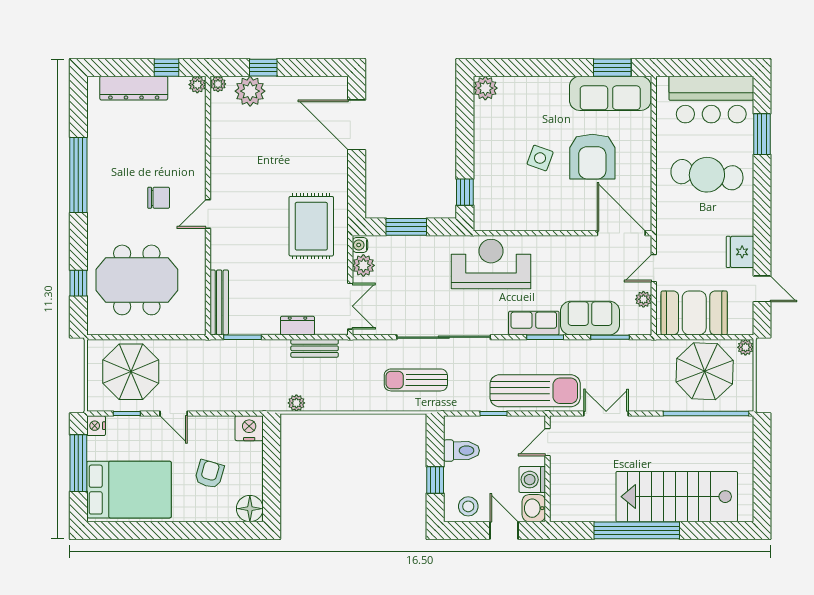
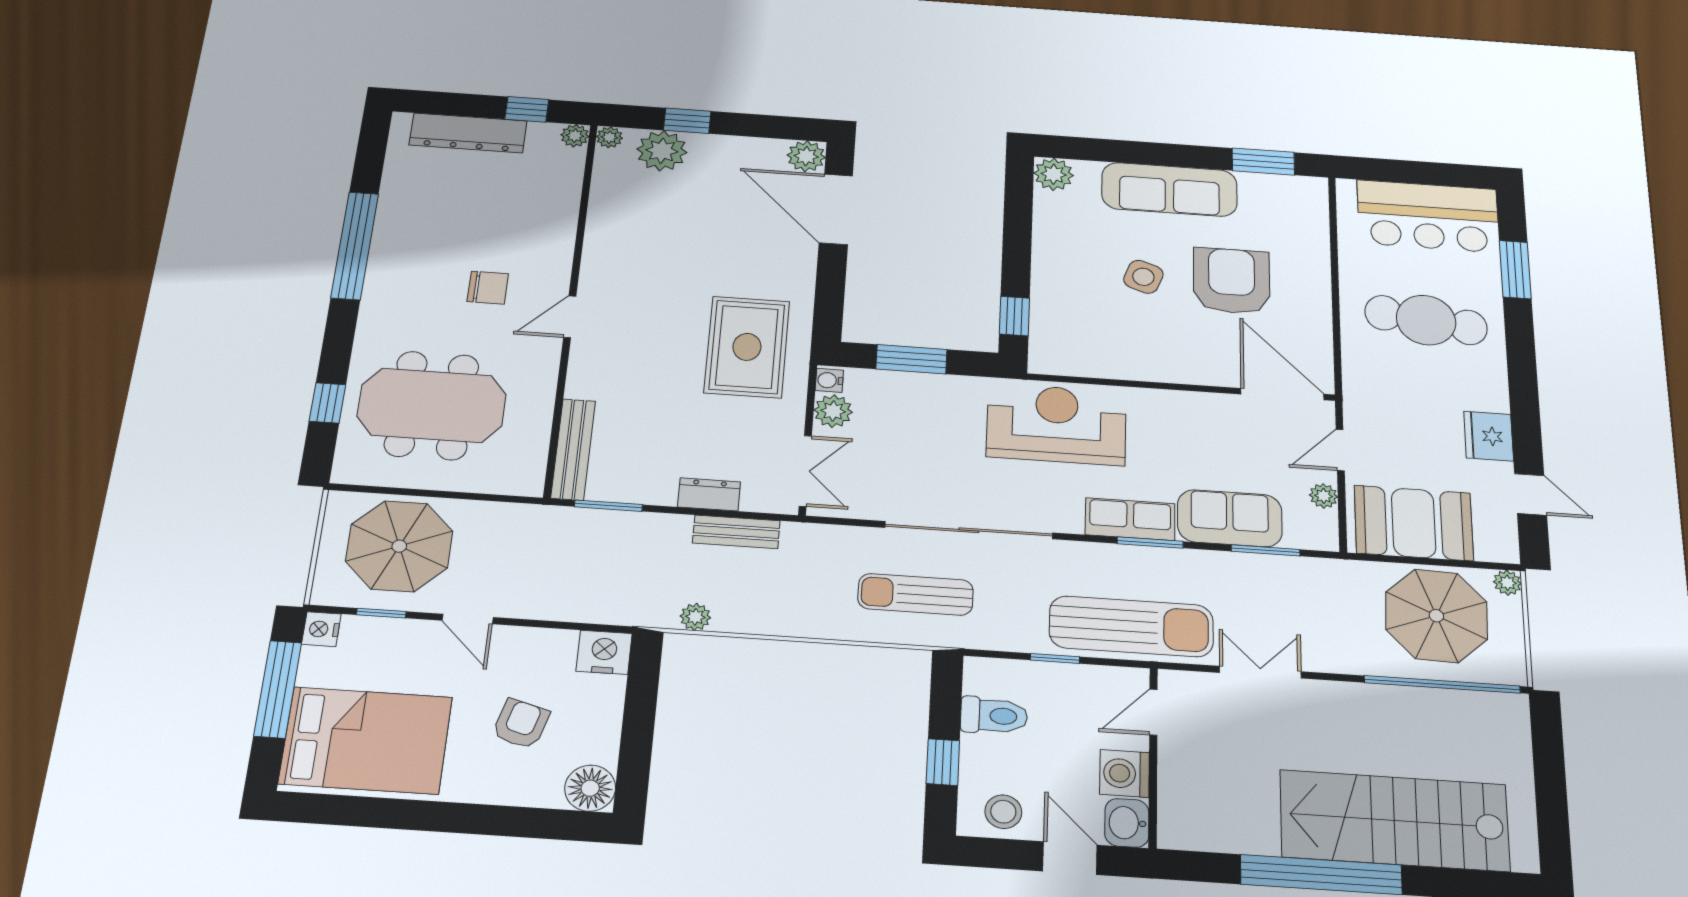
plant: (336, 88) -> (806, 156), added
sofa: (610, 93) -> (1169, 189), moved
armchair: (592, 157) -> (1232, 281), turned 180

